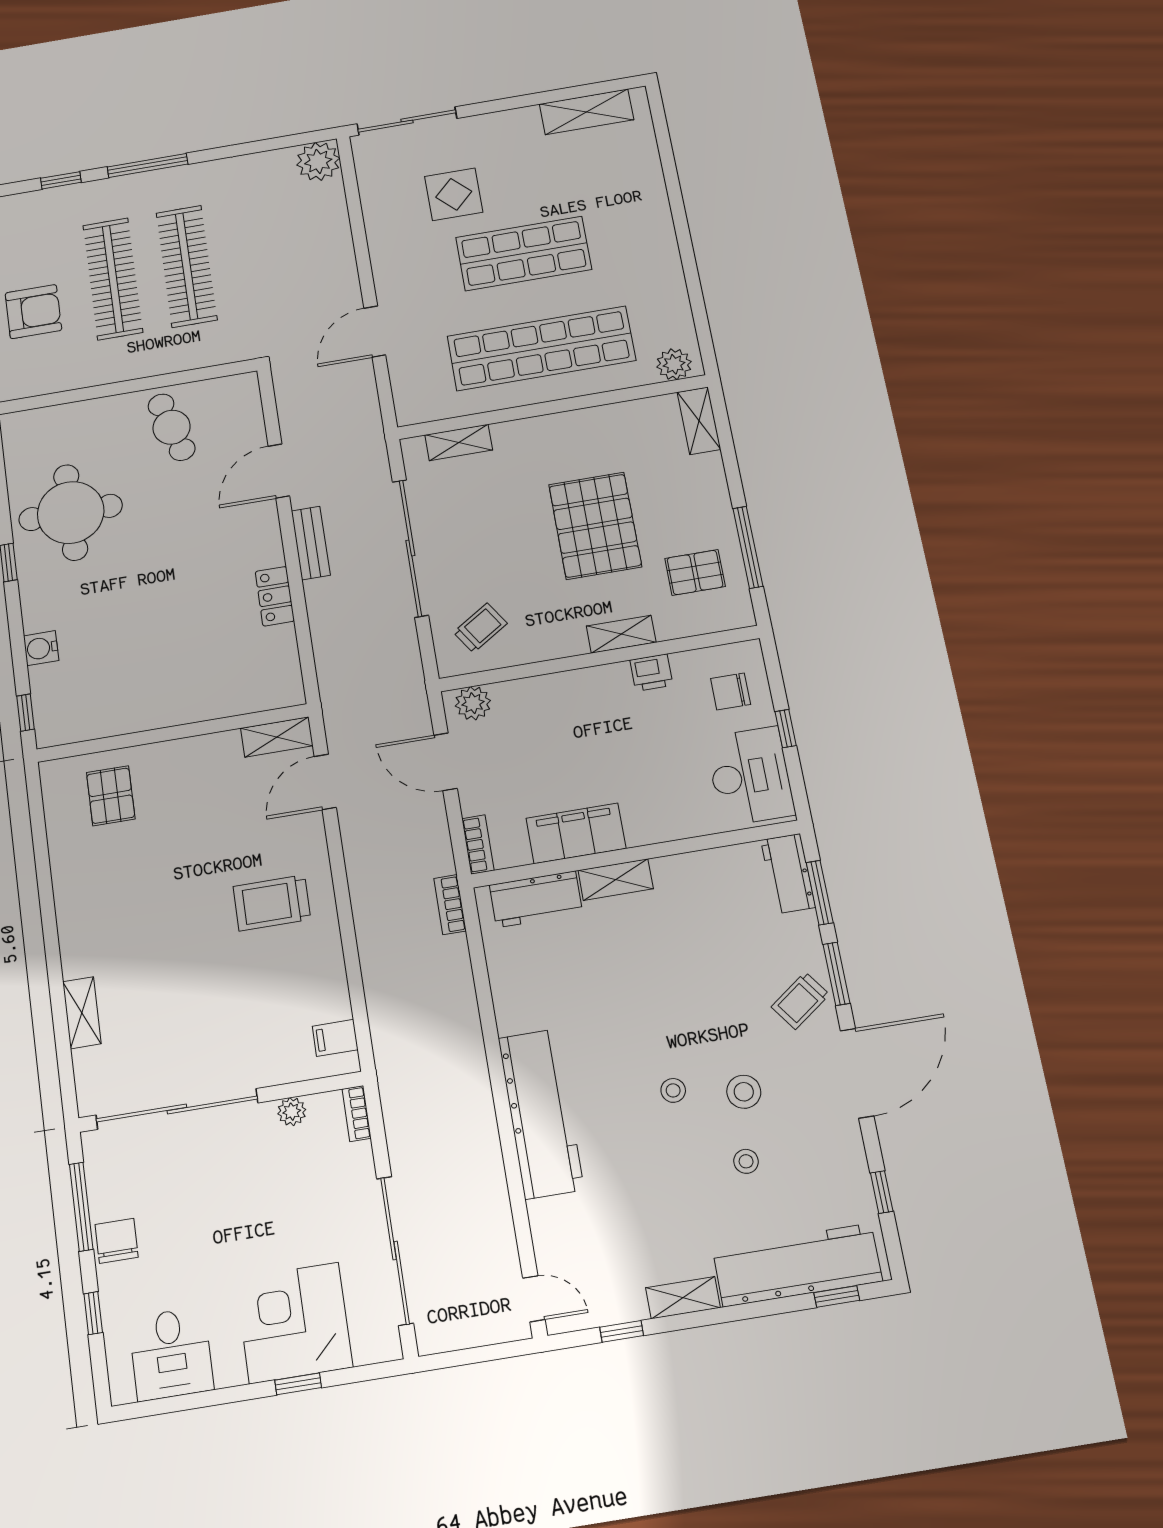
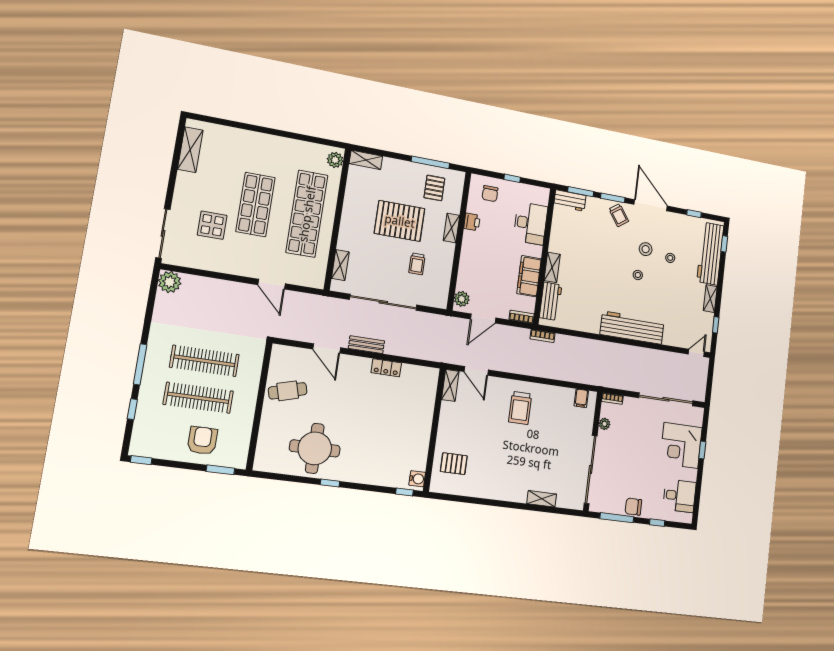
trolley: (480, 628) -> (417, 264), moved, turned -147
water cooler: (41, 648) -> (417, 479), moved, turned -90
desk: (750, 776) -> (530, 223), moved, turned 90

